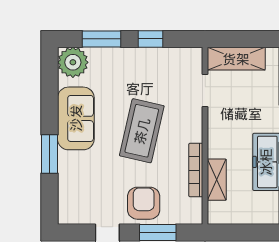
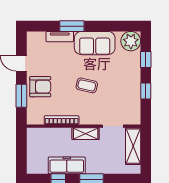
window: (101, 39) -> (146, 60), width x0.67
coffee table: (142, 131) -> (87, 85), width x0.54, depth x0.58
tv unit: (66, 173) -> (60, 37), added
shelving: (217, 180) -> (86, 134), moved

